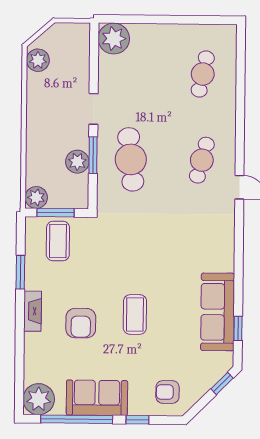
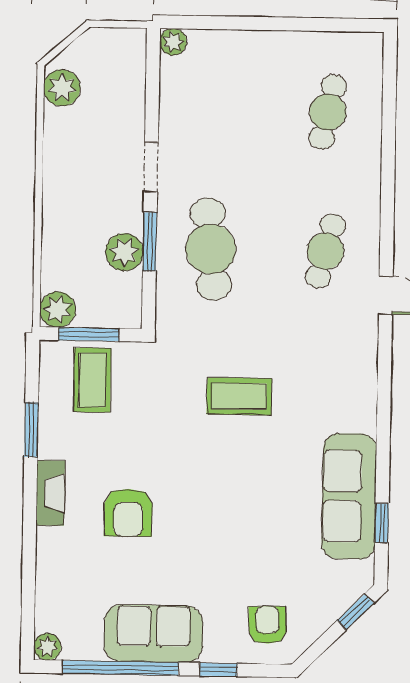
plant: (114, 39) -> (173, 42), width x0.53, depth x0.53
coffee table: (135, 315) -> (239, 396), moved, turned 90
armchair: (168, 392) -> (267, 625), turned 88
plant: (39, 399) -> (47, 647), width x0.53, depth x0.53

